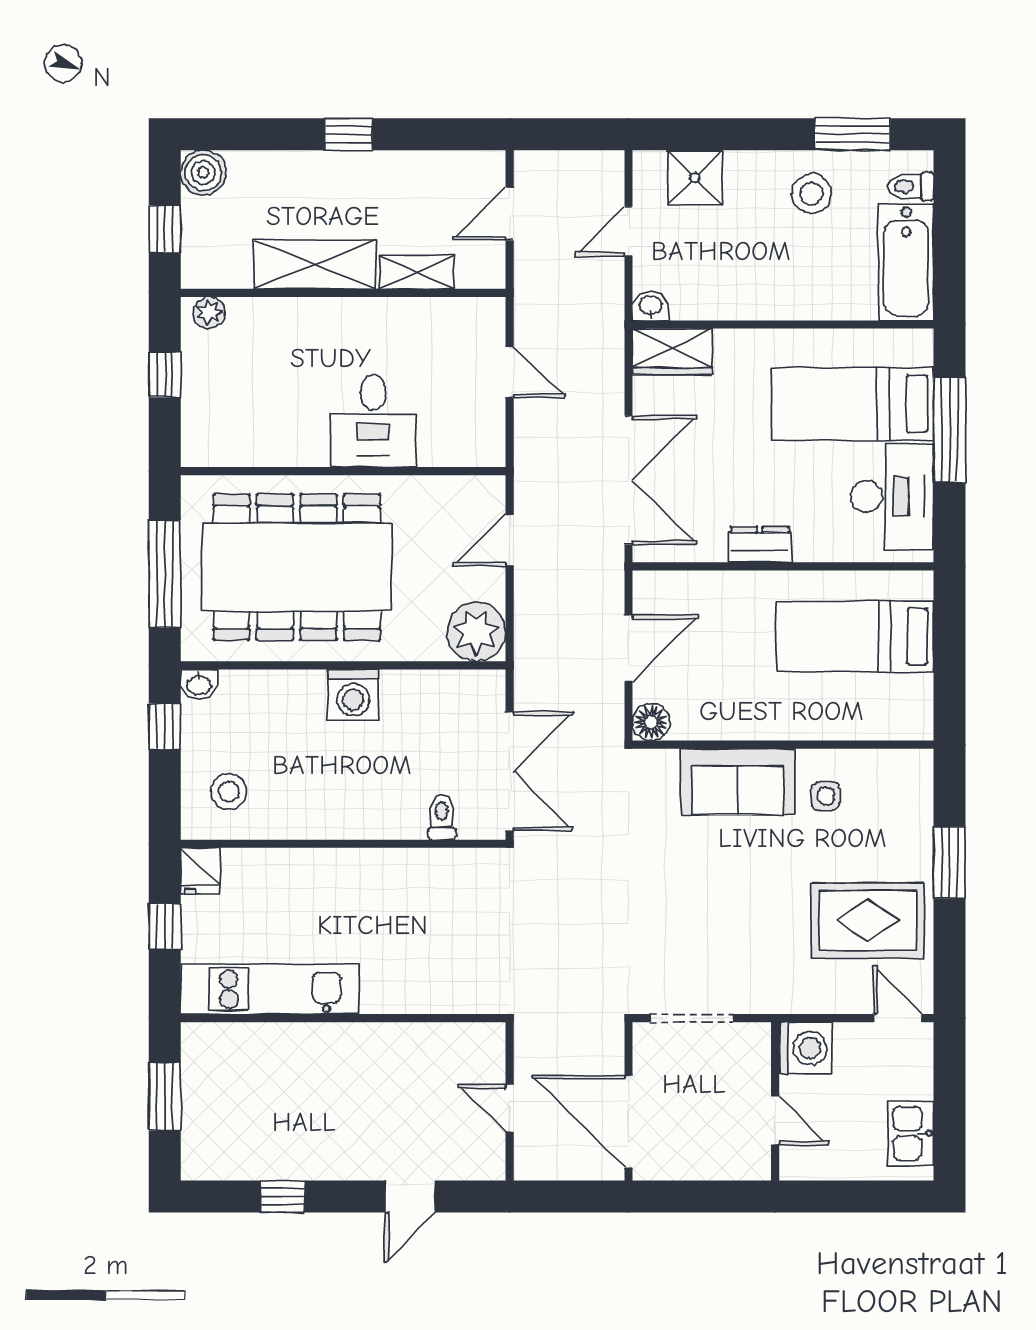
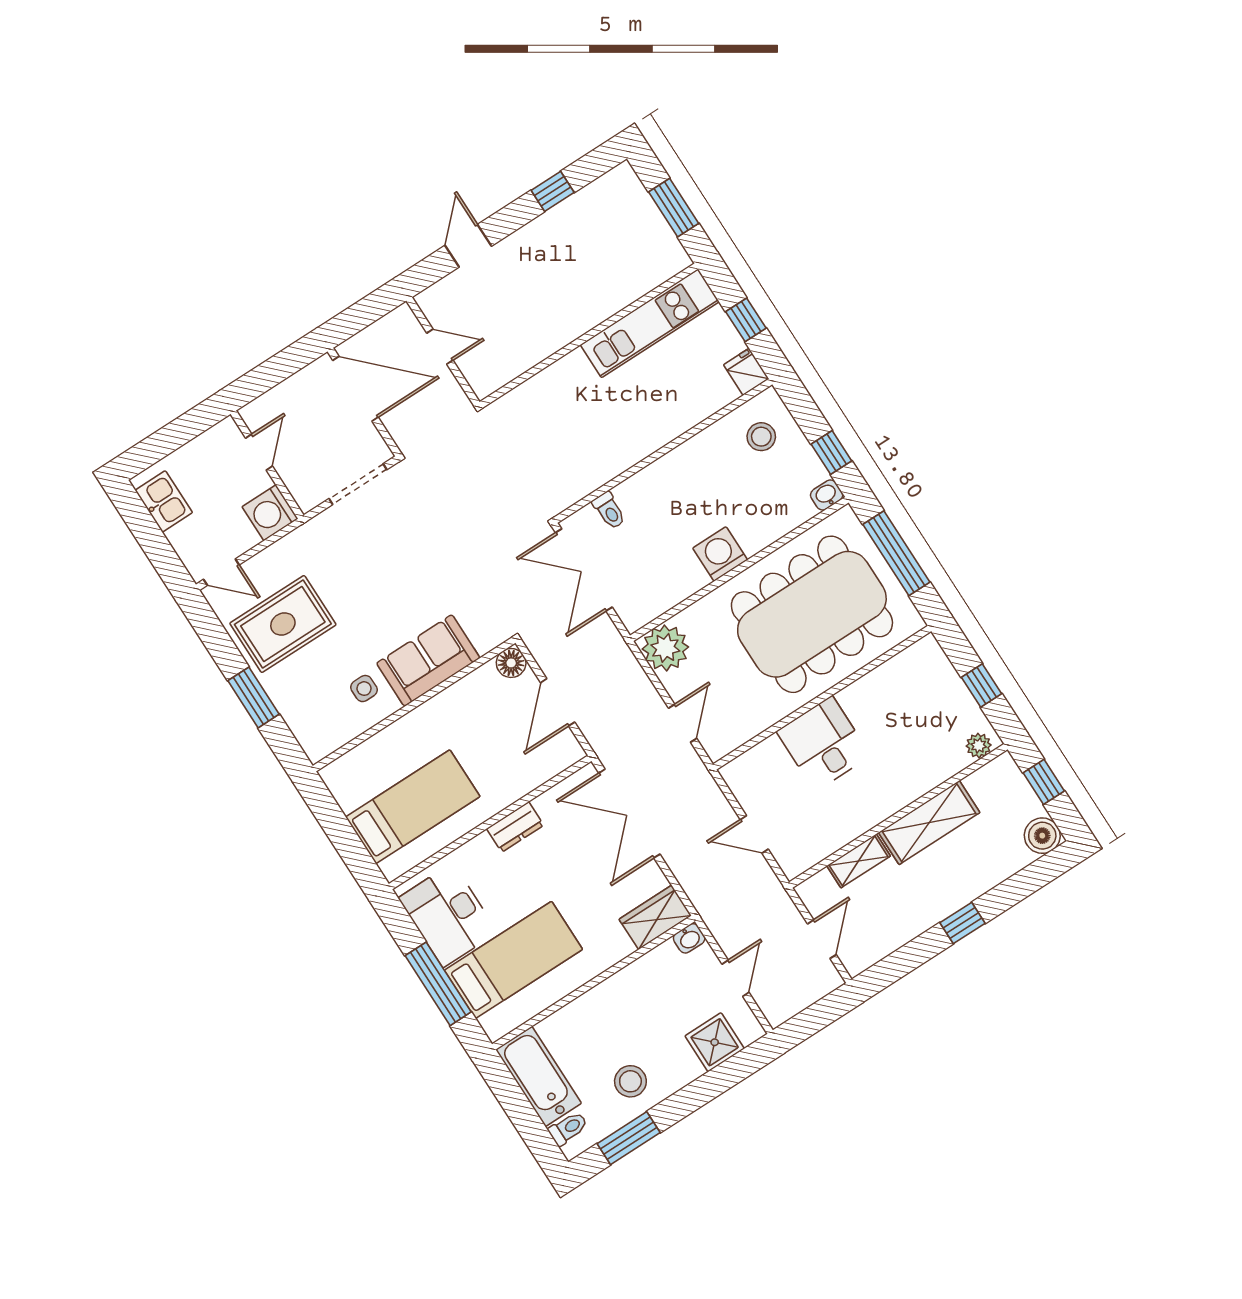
door: (775, 1120) -> (259, 452), swing flipped

